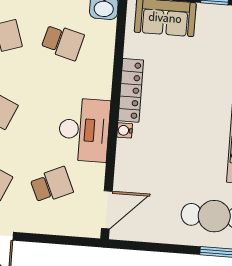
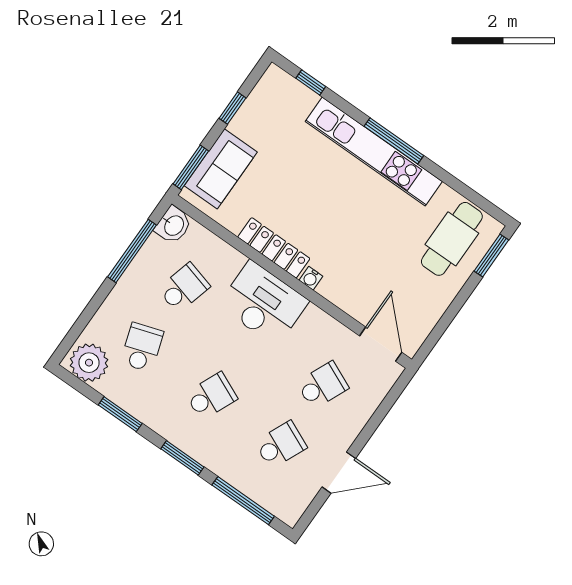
desk: (84, 130) -> (263, 303), moved
school desk: (52, 185) -> (323, 385), turned 48

